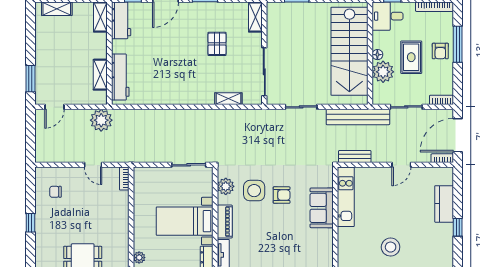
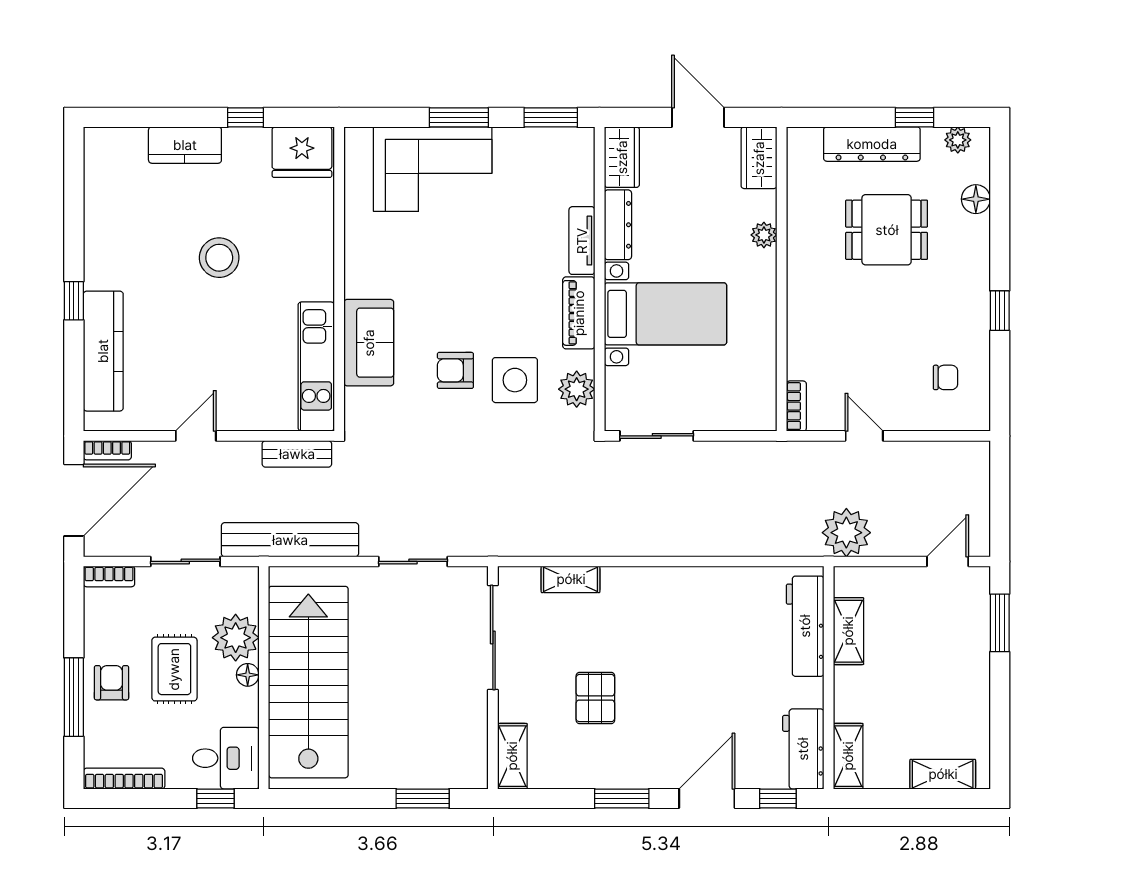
kitchen counter: (444, 204) -> (103, 351), width x1.50

